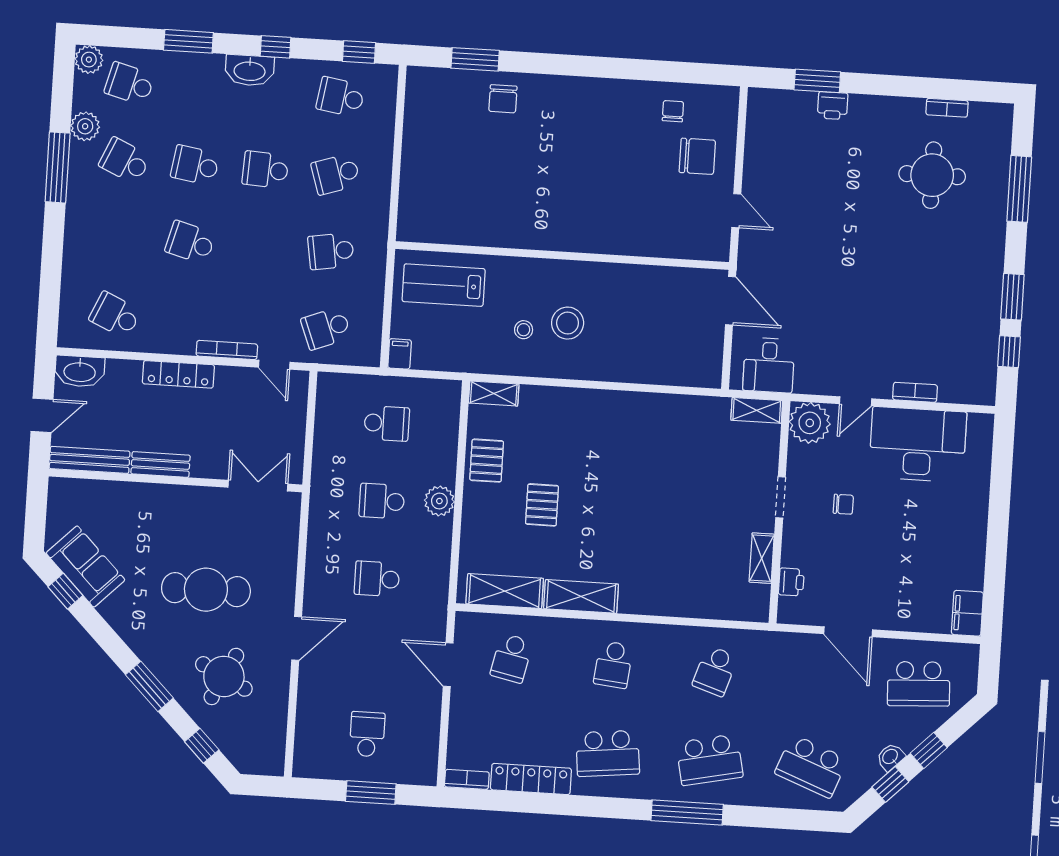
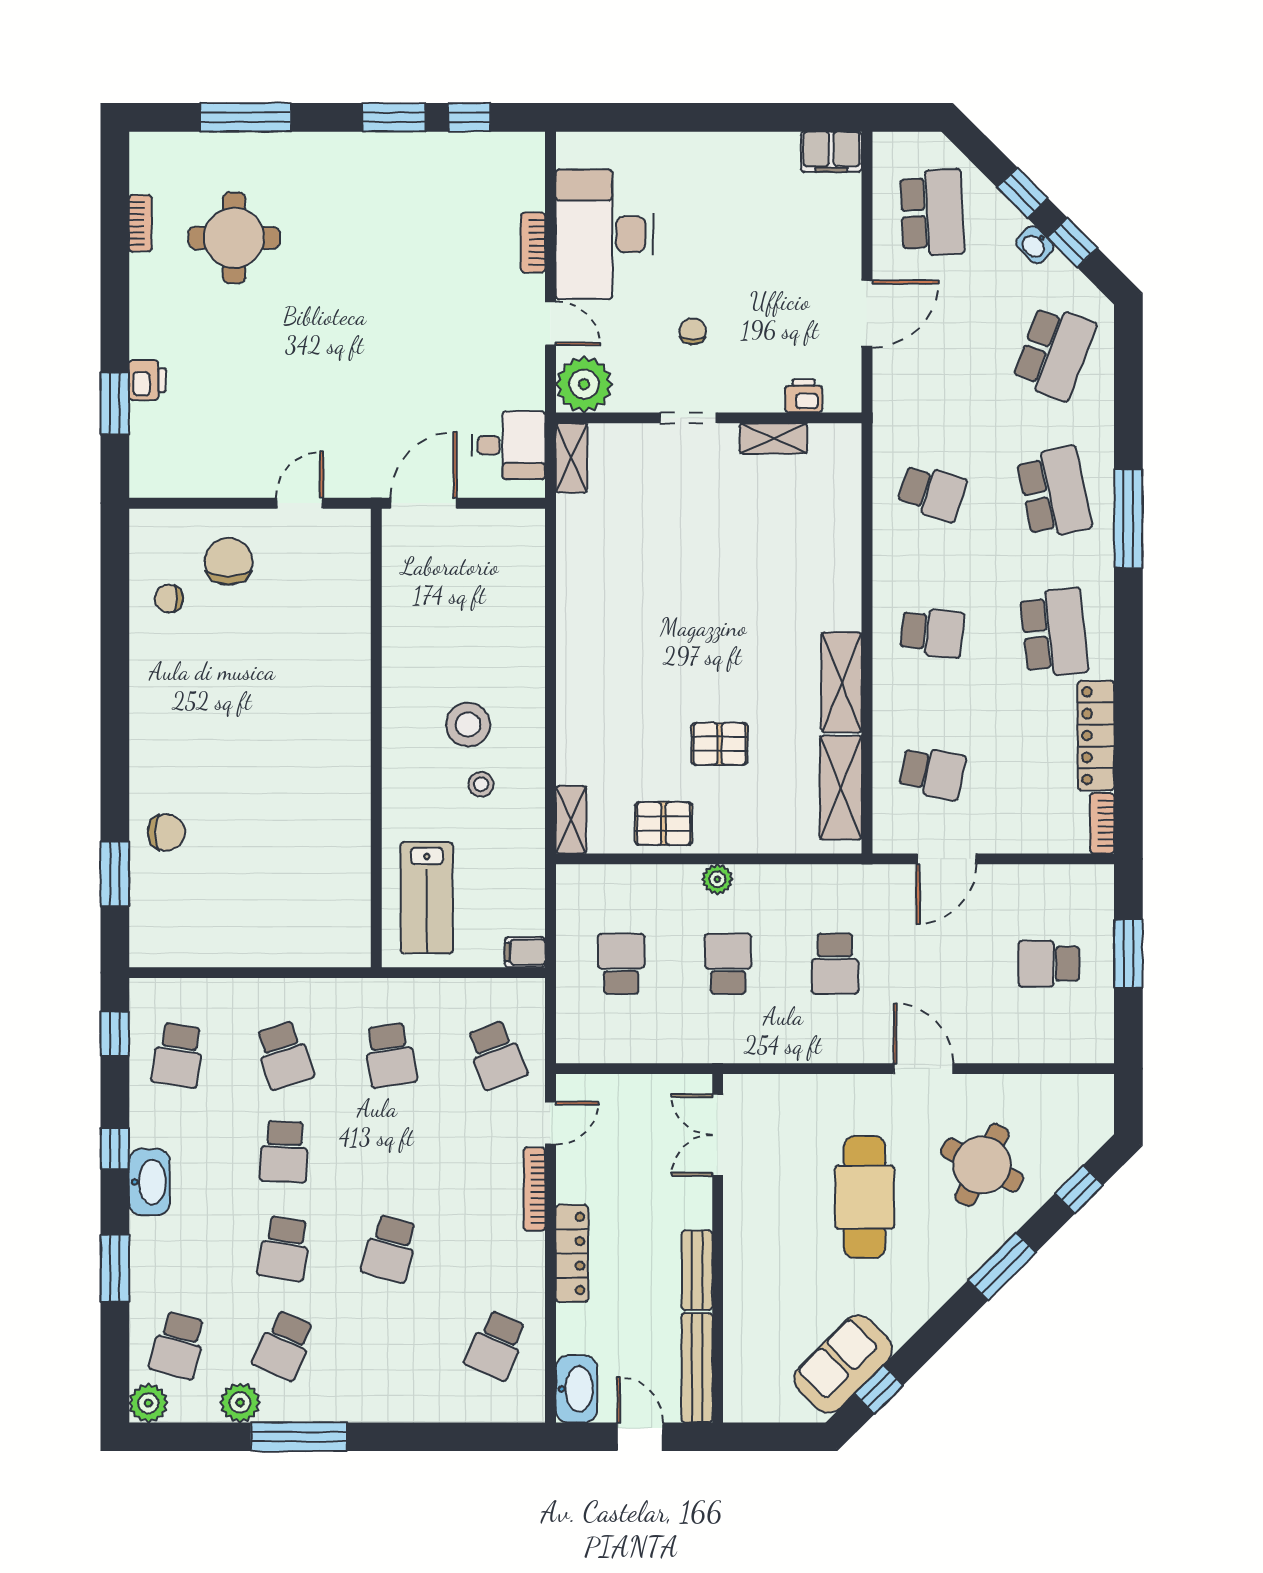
school desk: (382, 501) -> (728, 964), turned 180
plant: (439, 501) -> (717, 879), width x0.73, depth x0.73

